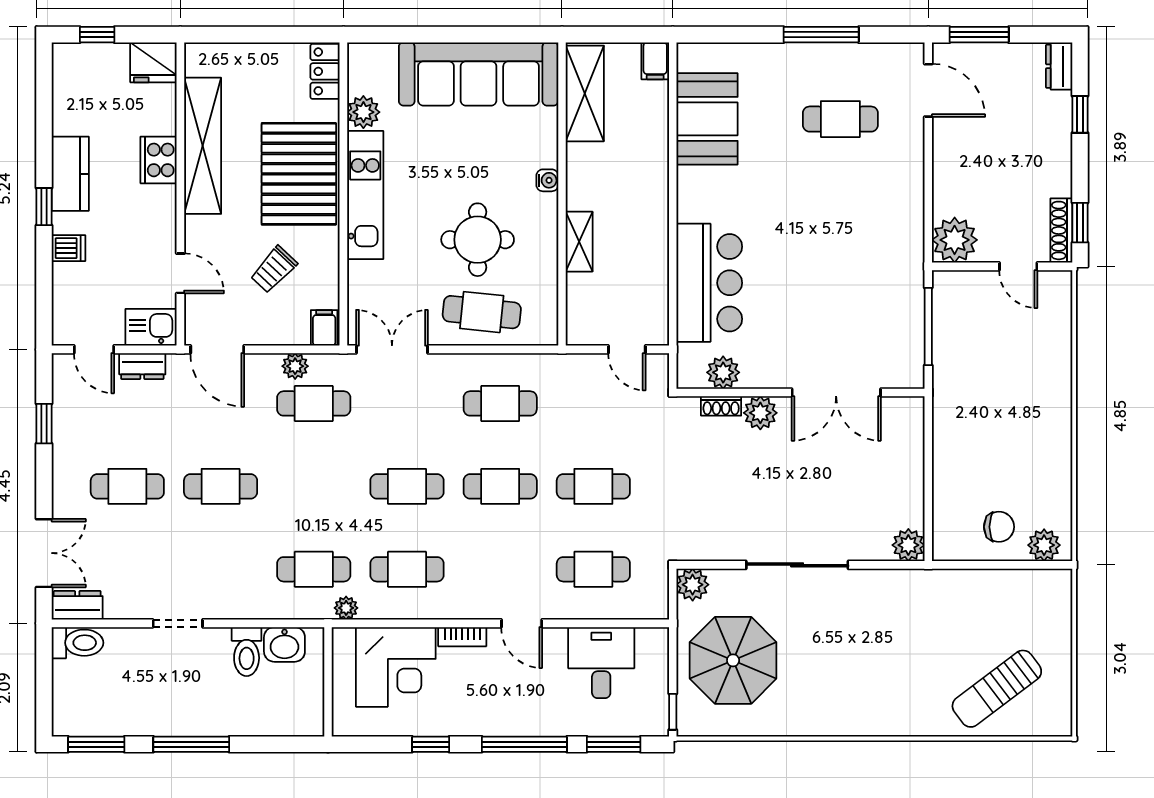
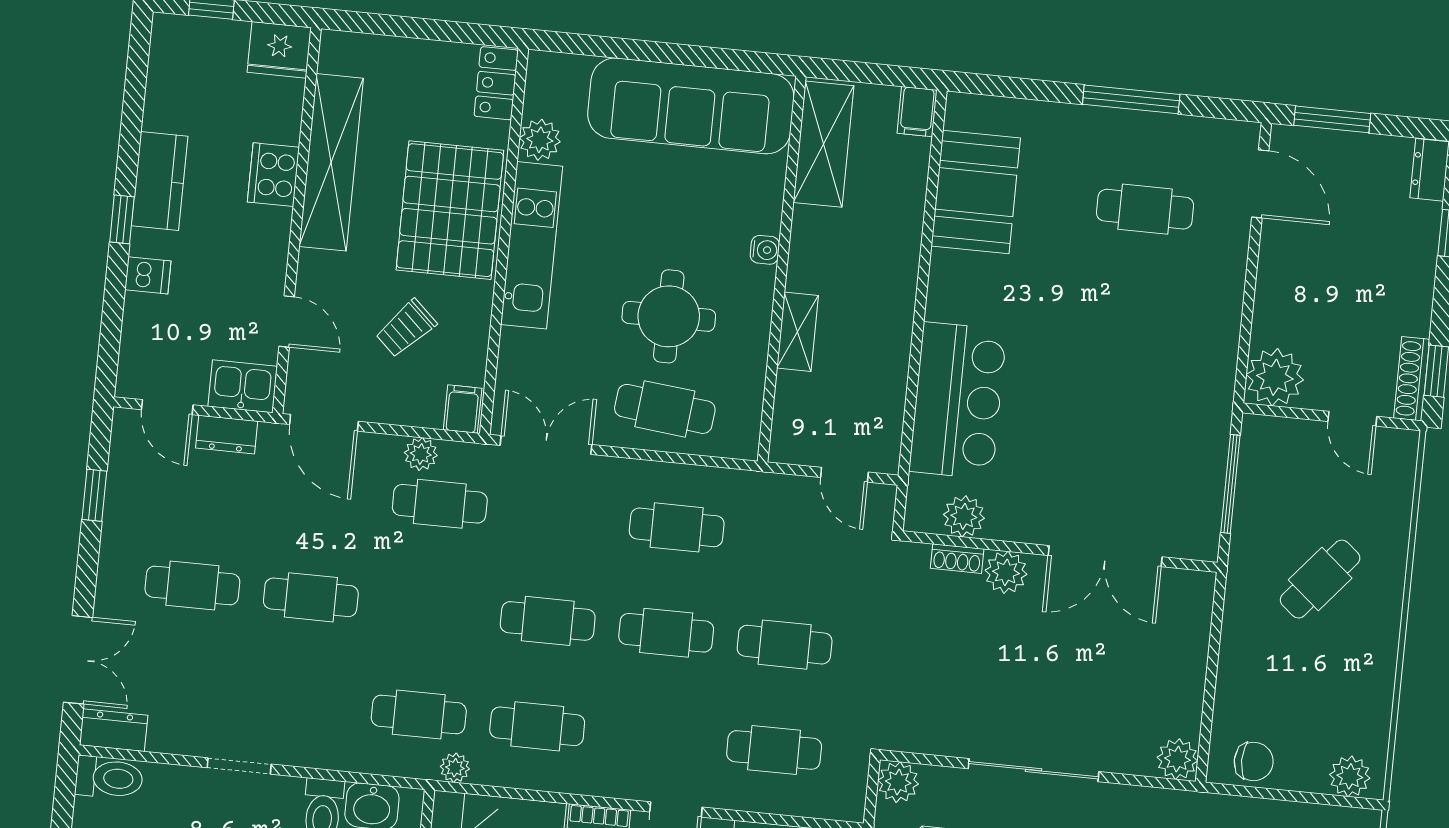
cafe table: (1006, 394) -> (1320, 579), added
chair: (999, 527) -> (1254, 761), moved

